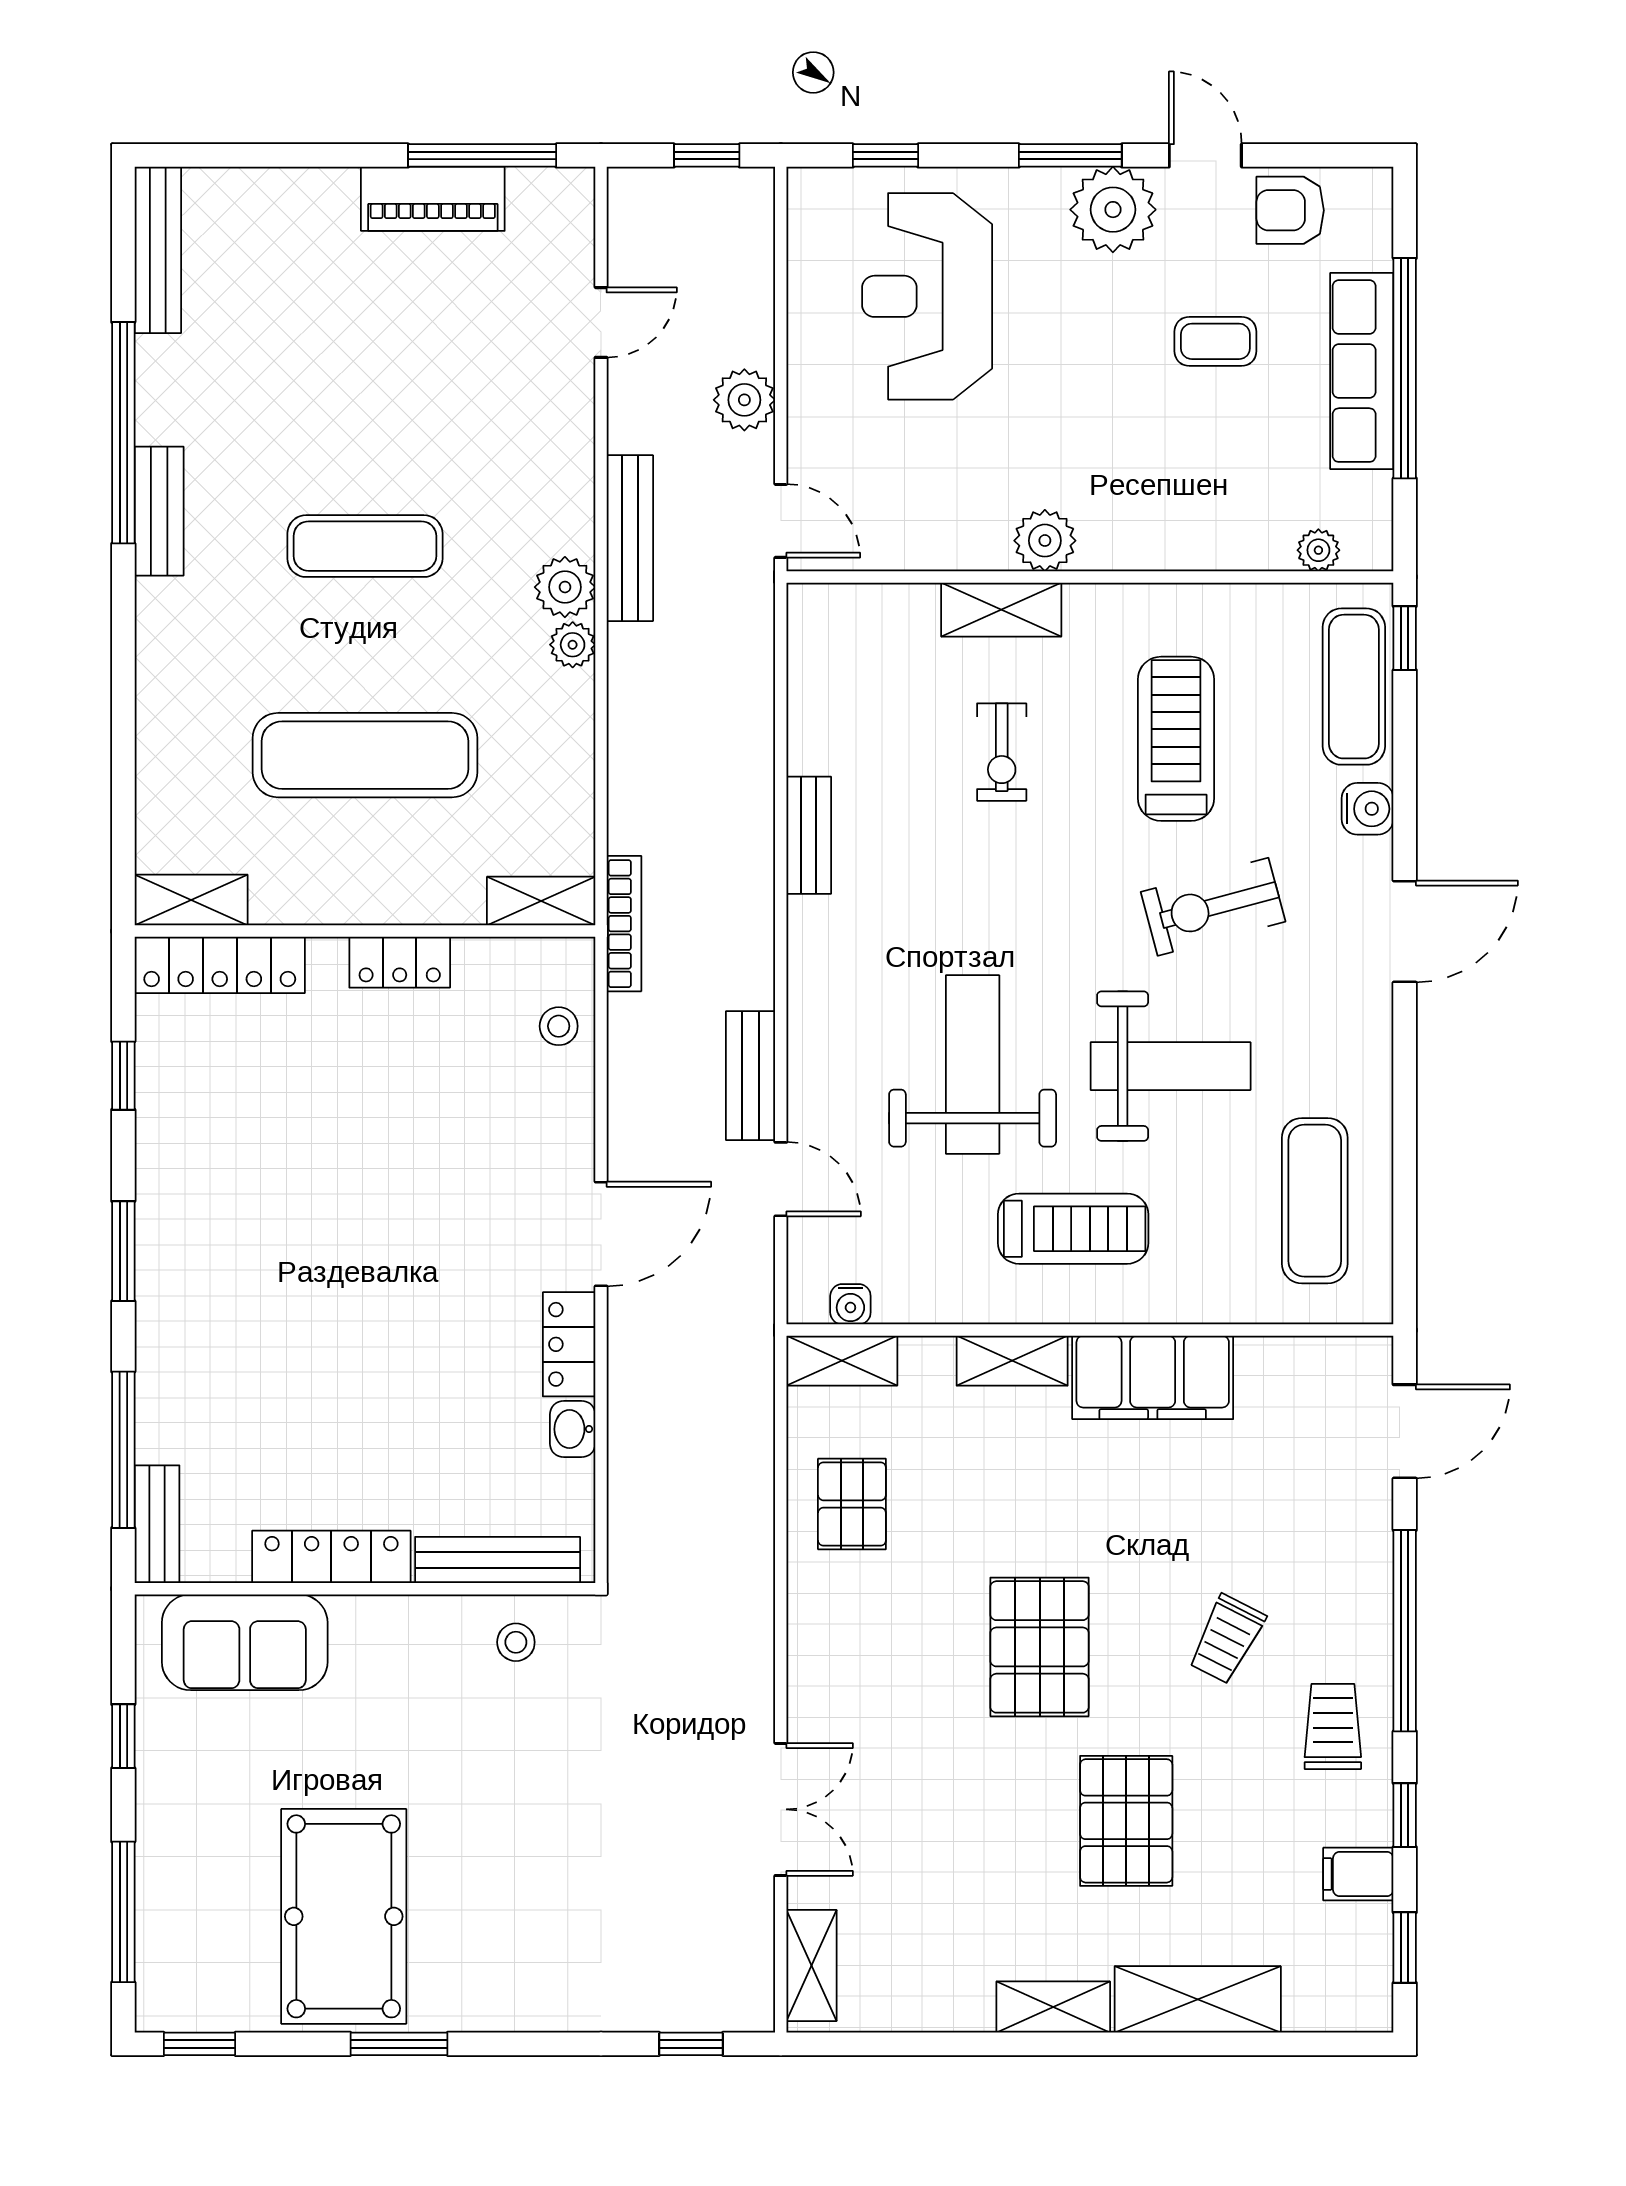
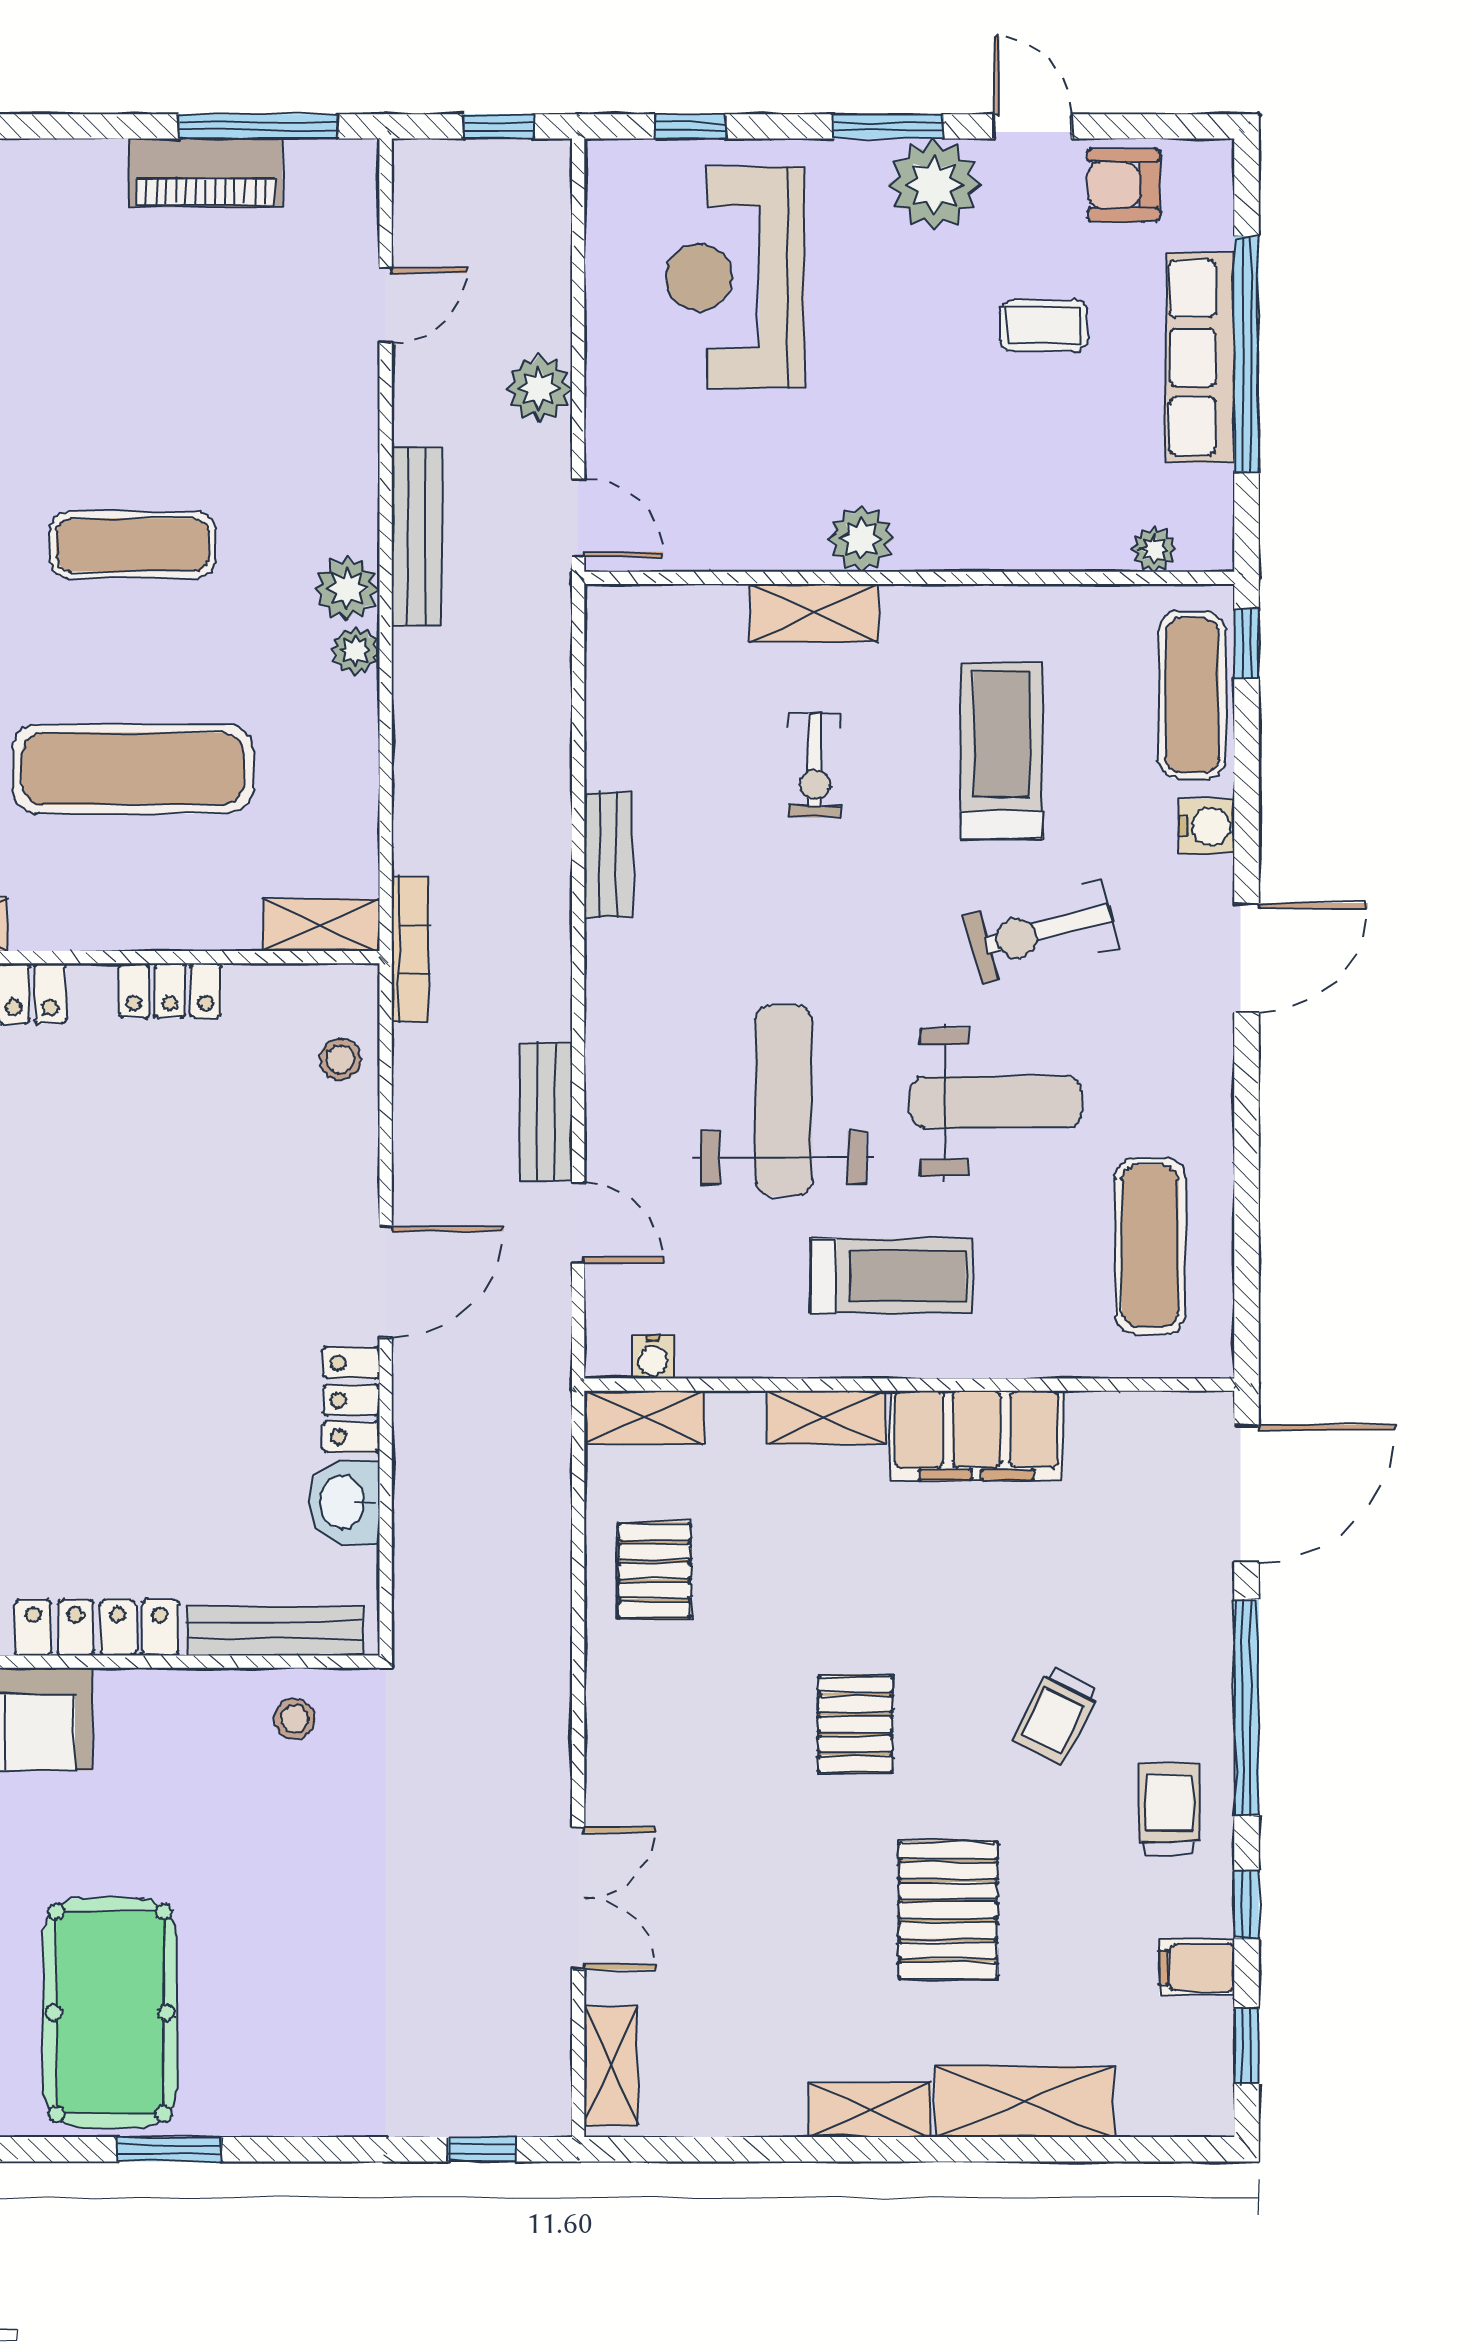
washbasin: (573, 1429) -> (344, 1502), width x1.38, depth x1.45
door: (1405, 1431) -> (1246, 1493), width x1.36
pallet: (1040, 1647) -> (855, 1724), width x0.67, depth x0.71

